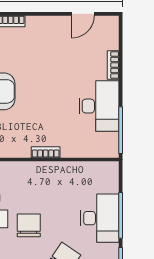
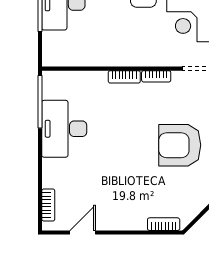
bookcase: (113, 65) -> (48, 205), moved
bookcase: (17, 153) -> (156, 76), added

